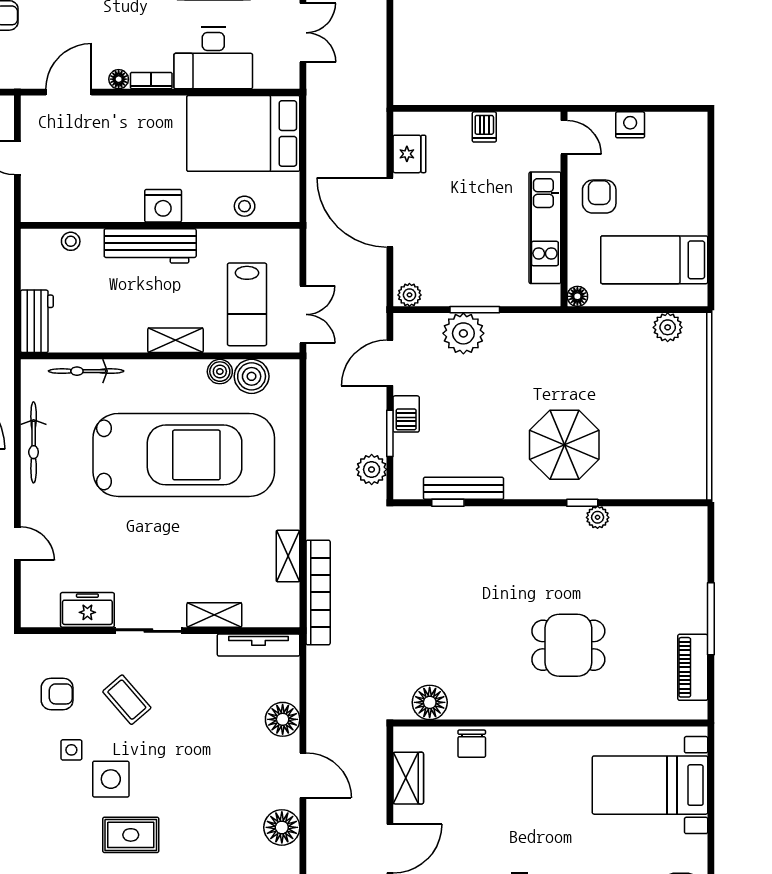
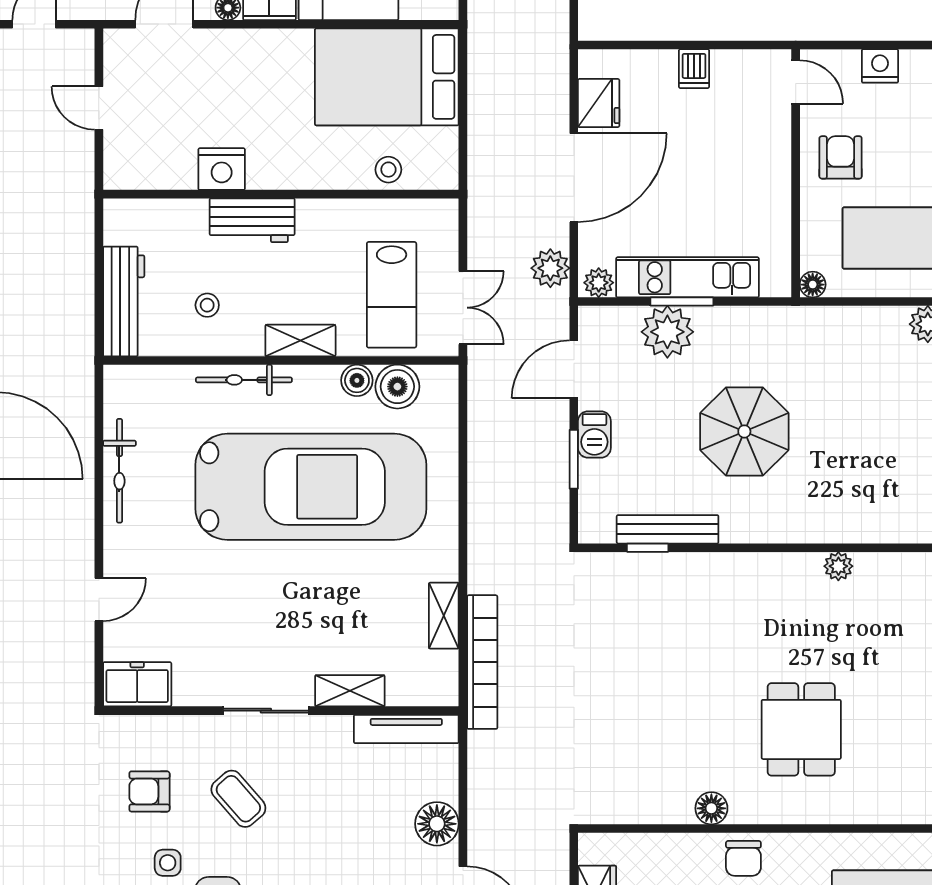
nightstand: (163, 206) -> (222, 169), moved
door: (390, 212) -> (574, 178), swing flipped
kitchen unit: (545, 228) -> (687, 277), moved, turned 90
stool: (71, 241) -> (207, 305), moved
workbench: (150, 246) -> (252, 220), width x0.73
workbench: (37, 321) -> (124, 301), width x1.38
bicycle: (86, 371) -> (244, 380), moved
parasol: (564, 445) -> (744, 431), moved
plant: (372, 469) -> (550, 268), moved
window: (582, 503) -> (819, 548), removed
door: (17, 543) -> (99, 600), hinge flipped
freezer: (87, 610) -> (137, 684), moved
dining table: (568, 645) -> (801, 729), turned 90
armchair: (57, 694) -> (149, 791), turned 180
floor lamp: (430, 702) -> (711, 808), moved, width x0.73, depth x0.73
chair: (472, 744) -> (743, 858), moved

